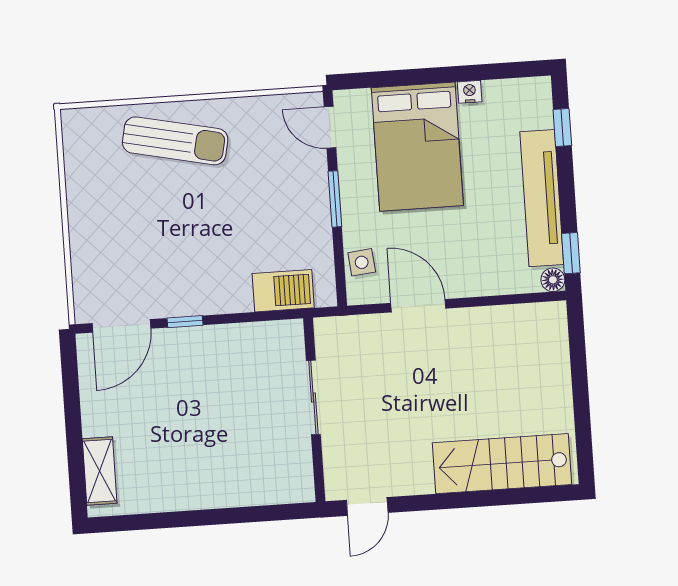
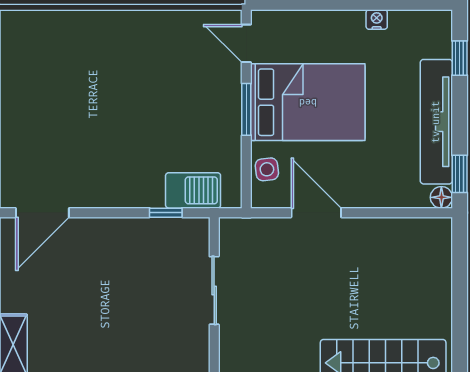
sun lounger: (175, 141) -> (103, 46), removed
bed: (417, 147) -> (308, 102), moved, turned -90
window: (185, 322) -> (166, 213), moved

